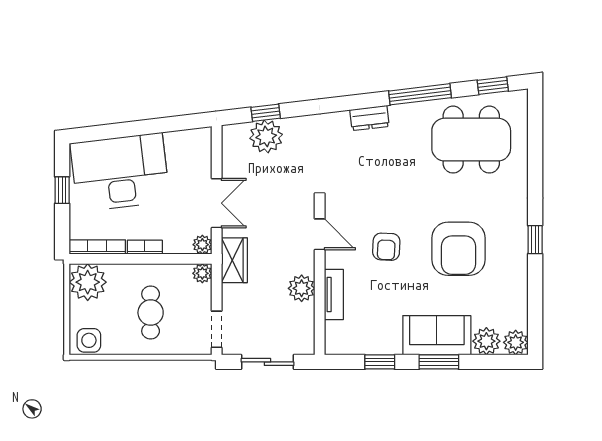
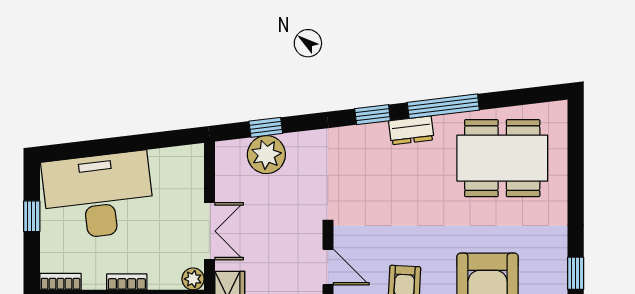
window: (493, 86) -> (373, 115), moved
dresser: (369, 118) -> (411, 130), moved
bookcase: (97, 247) -> (61, 282), width x0.64

